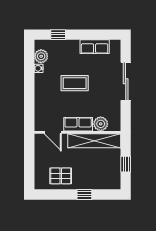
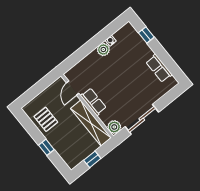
plant: (41, 56) -> (103, 49), moved
sliding door: (126, 81) -> (142, 119), moved
coffee table: (75, 83) -> (121, 75), removed
plant: (101, 124) -> (114, 127), moved

